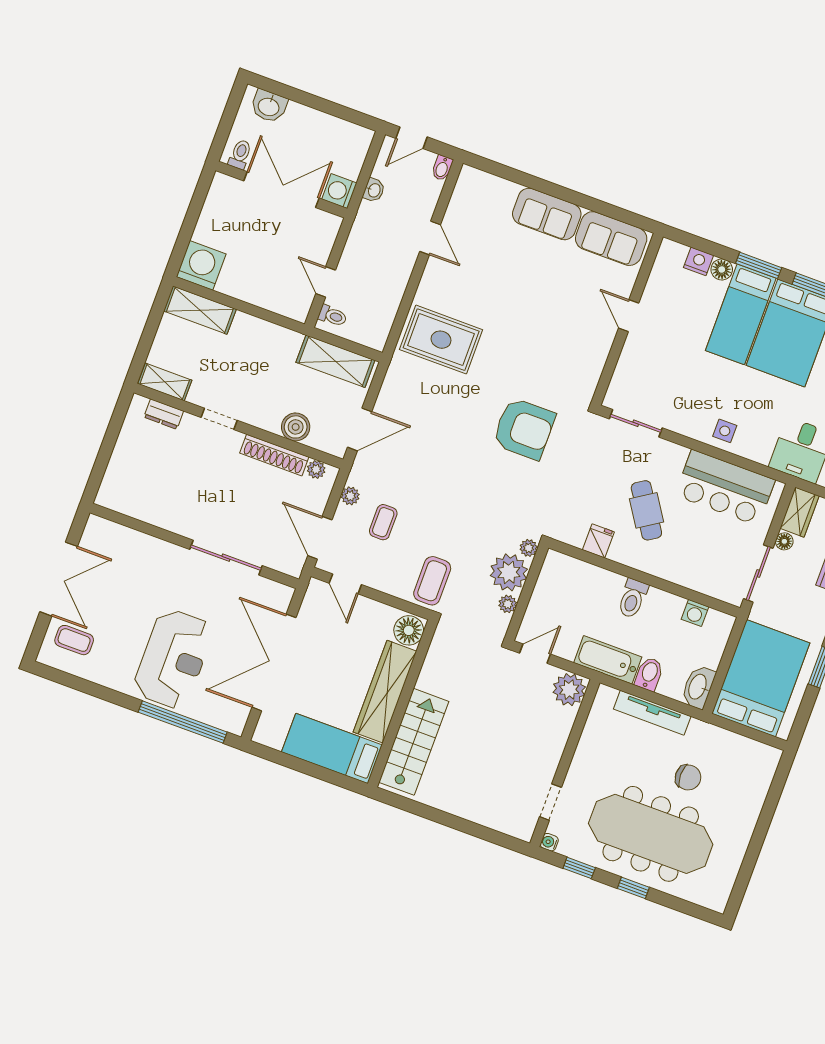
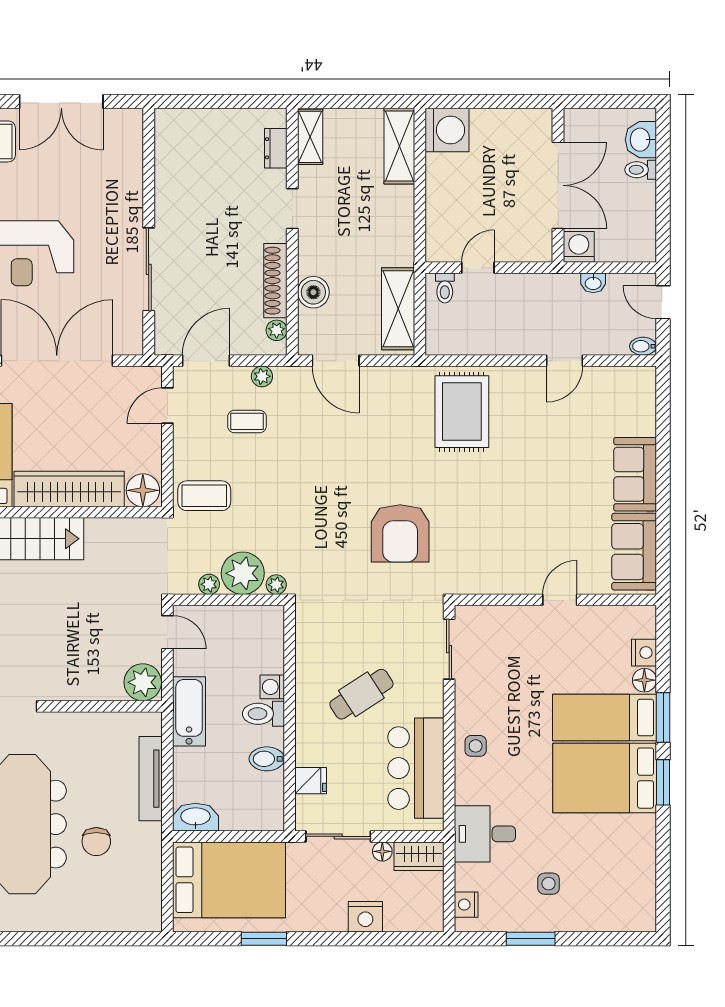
toilet: (240, 154) -> (641, 170), moved, turned 180
fridge: (598, 541) -> (311, 781), moved
washing machine: (695, 613) -> (272, 687), moved
bidet: (649, 674) -> (267, 759), moved, turned 180

